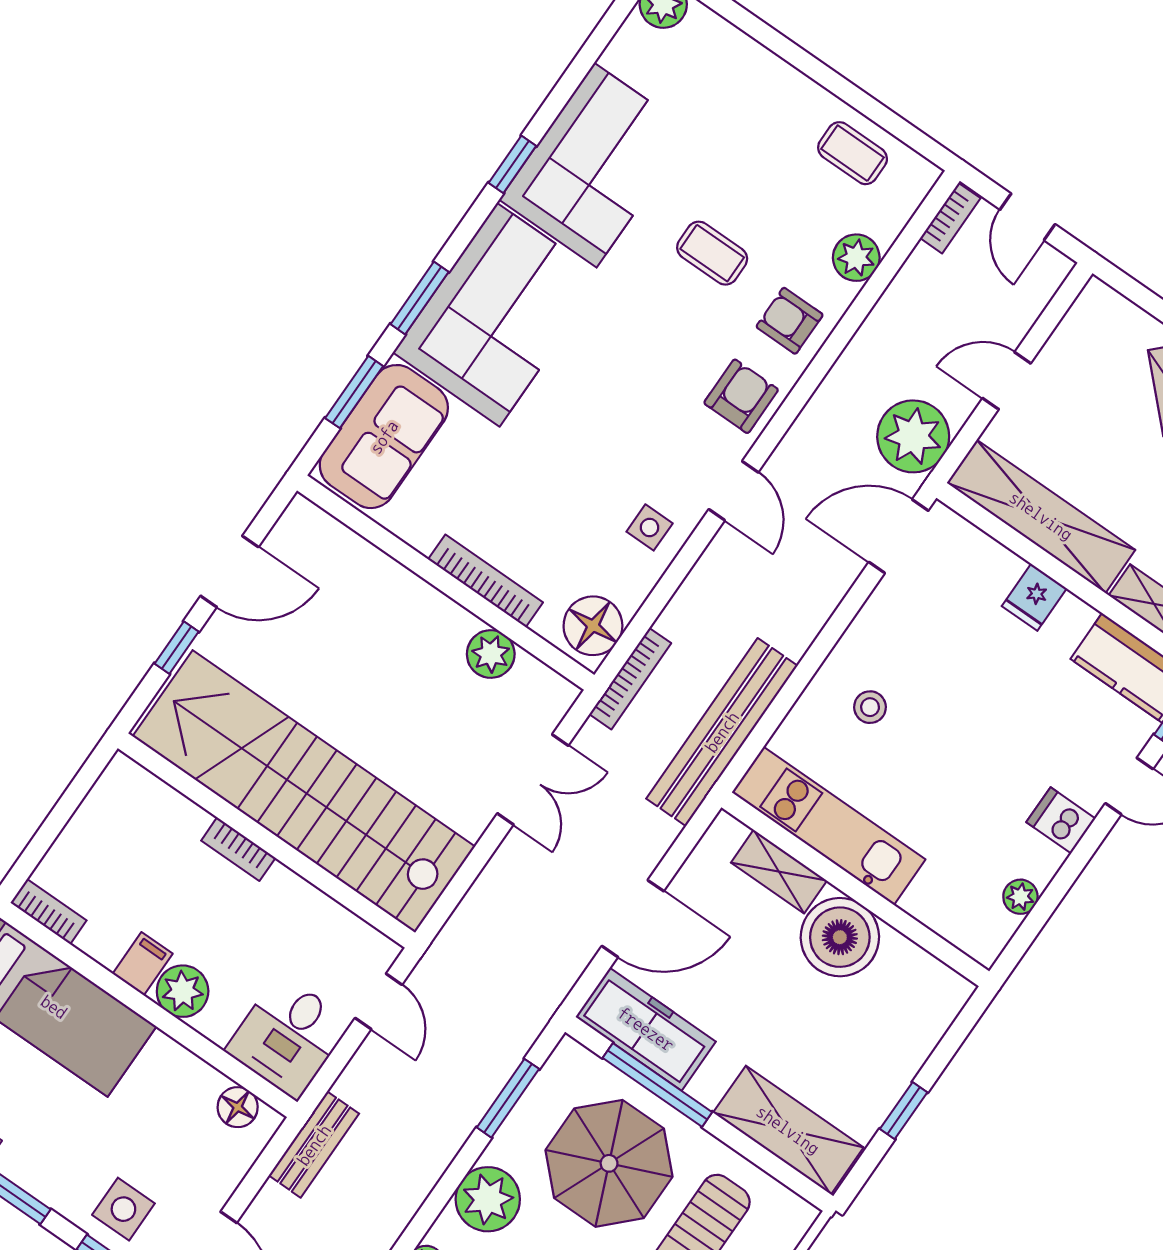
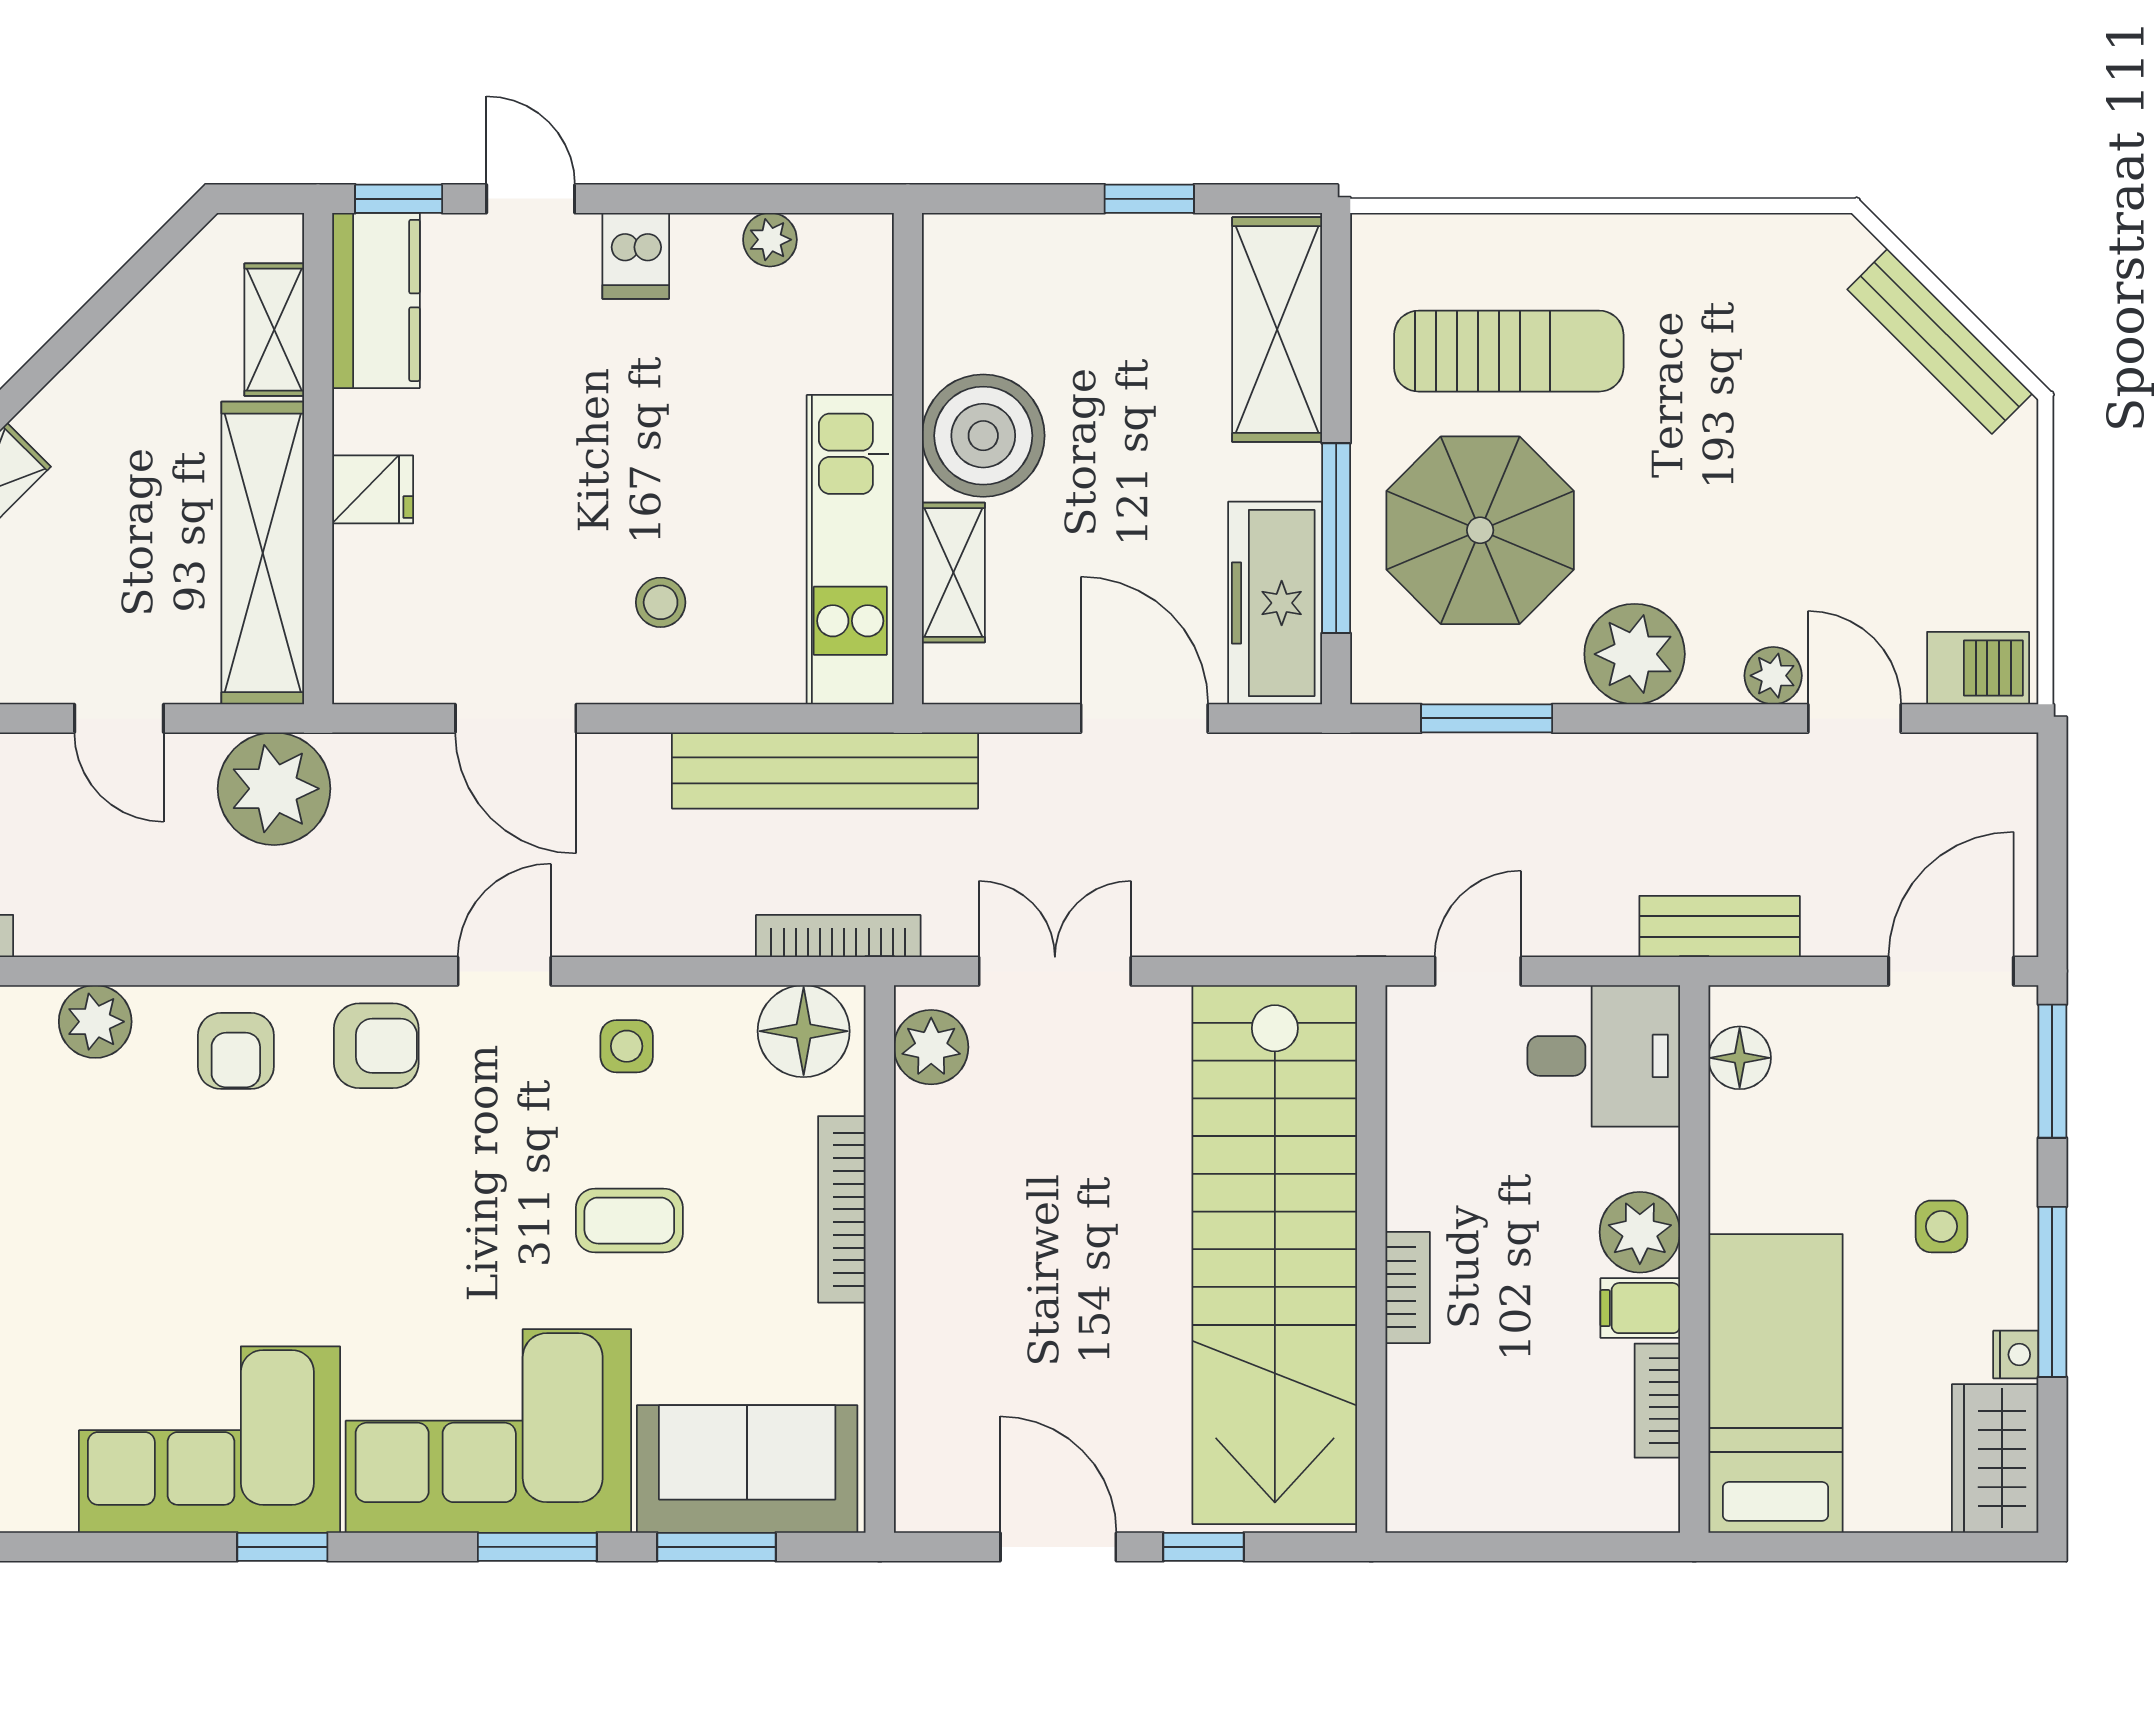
coffee table: (712, 253) -> (629, 1221), moved, turned 90
armchair: (741, 396) -> (376, 1046), turned 180
door: (899, 536) -> (516, 718), moved
plant: (491, 654) -> (931, 1047), moved
bookcase: (48, 912) -> (1657, 1401), moved
side table: (123, 1209) -> (1941, 1226), moved, width x0.73, depth x0.73

